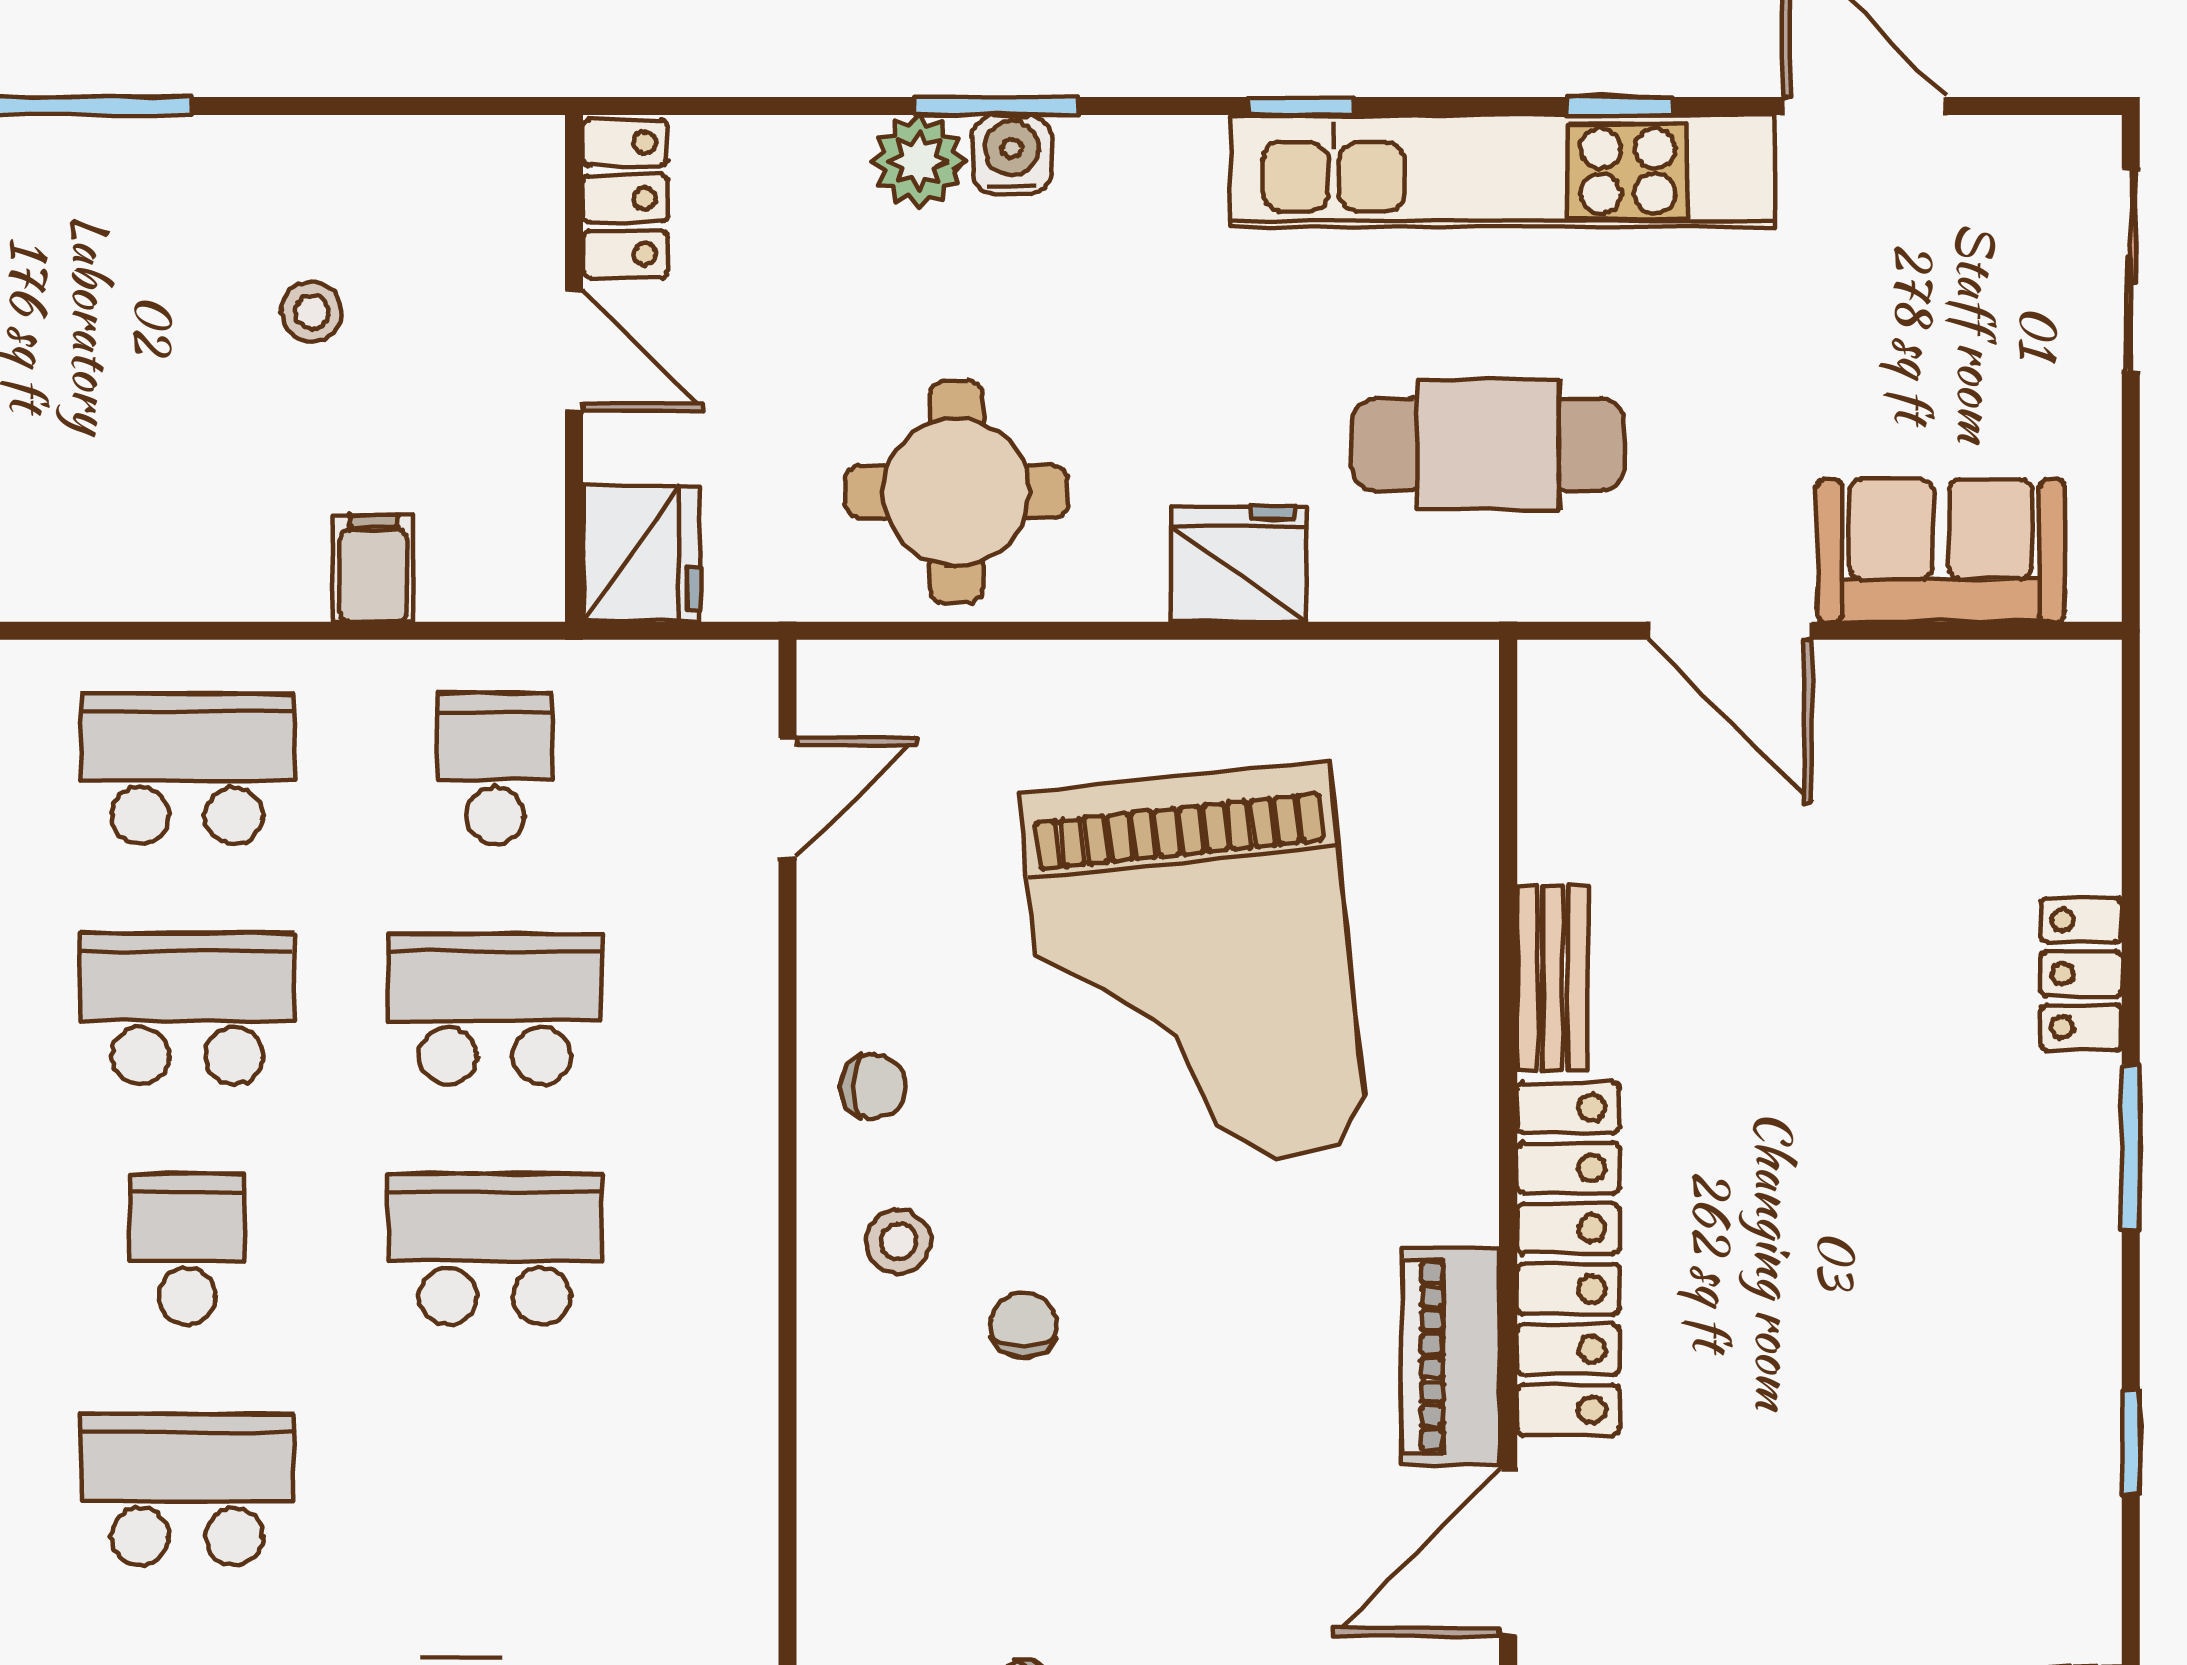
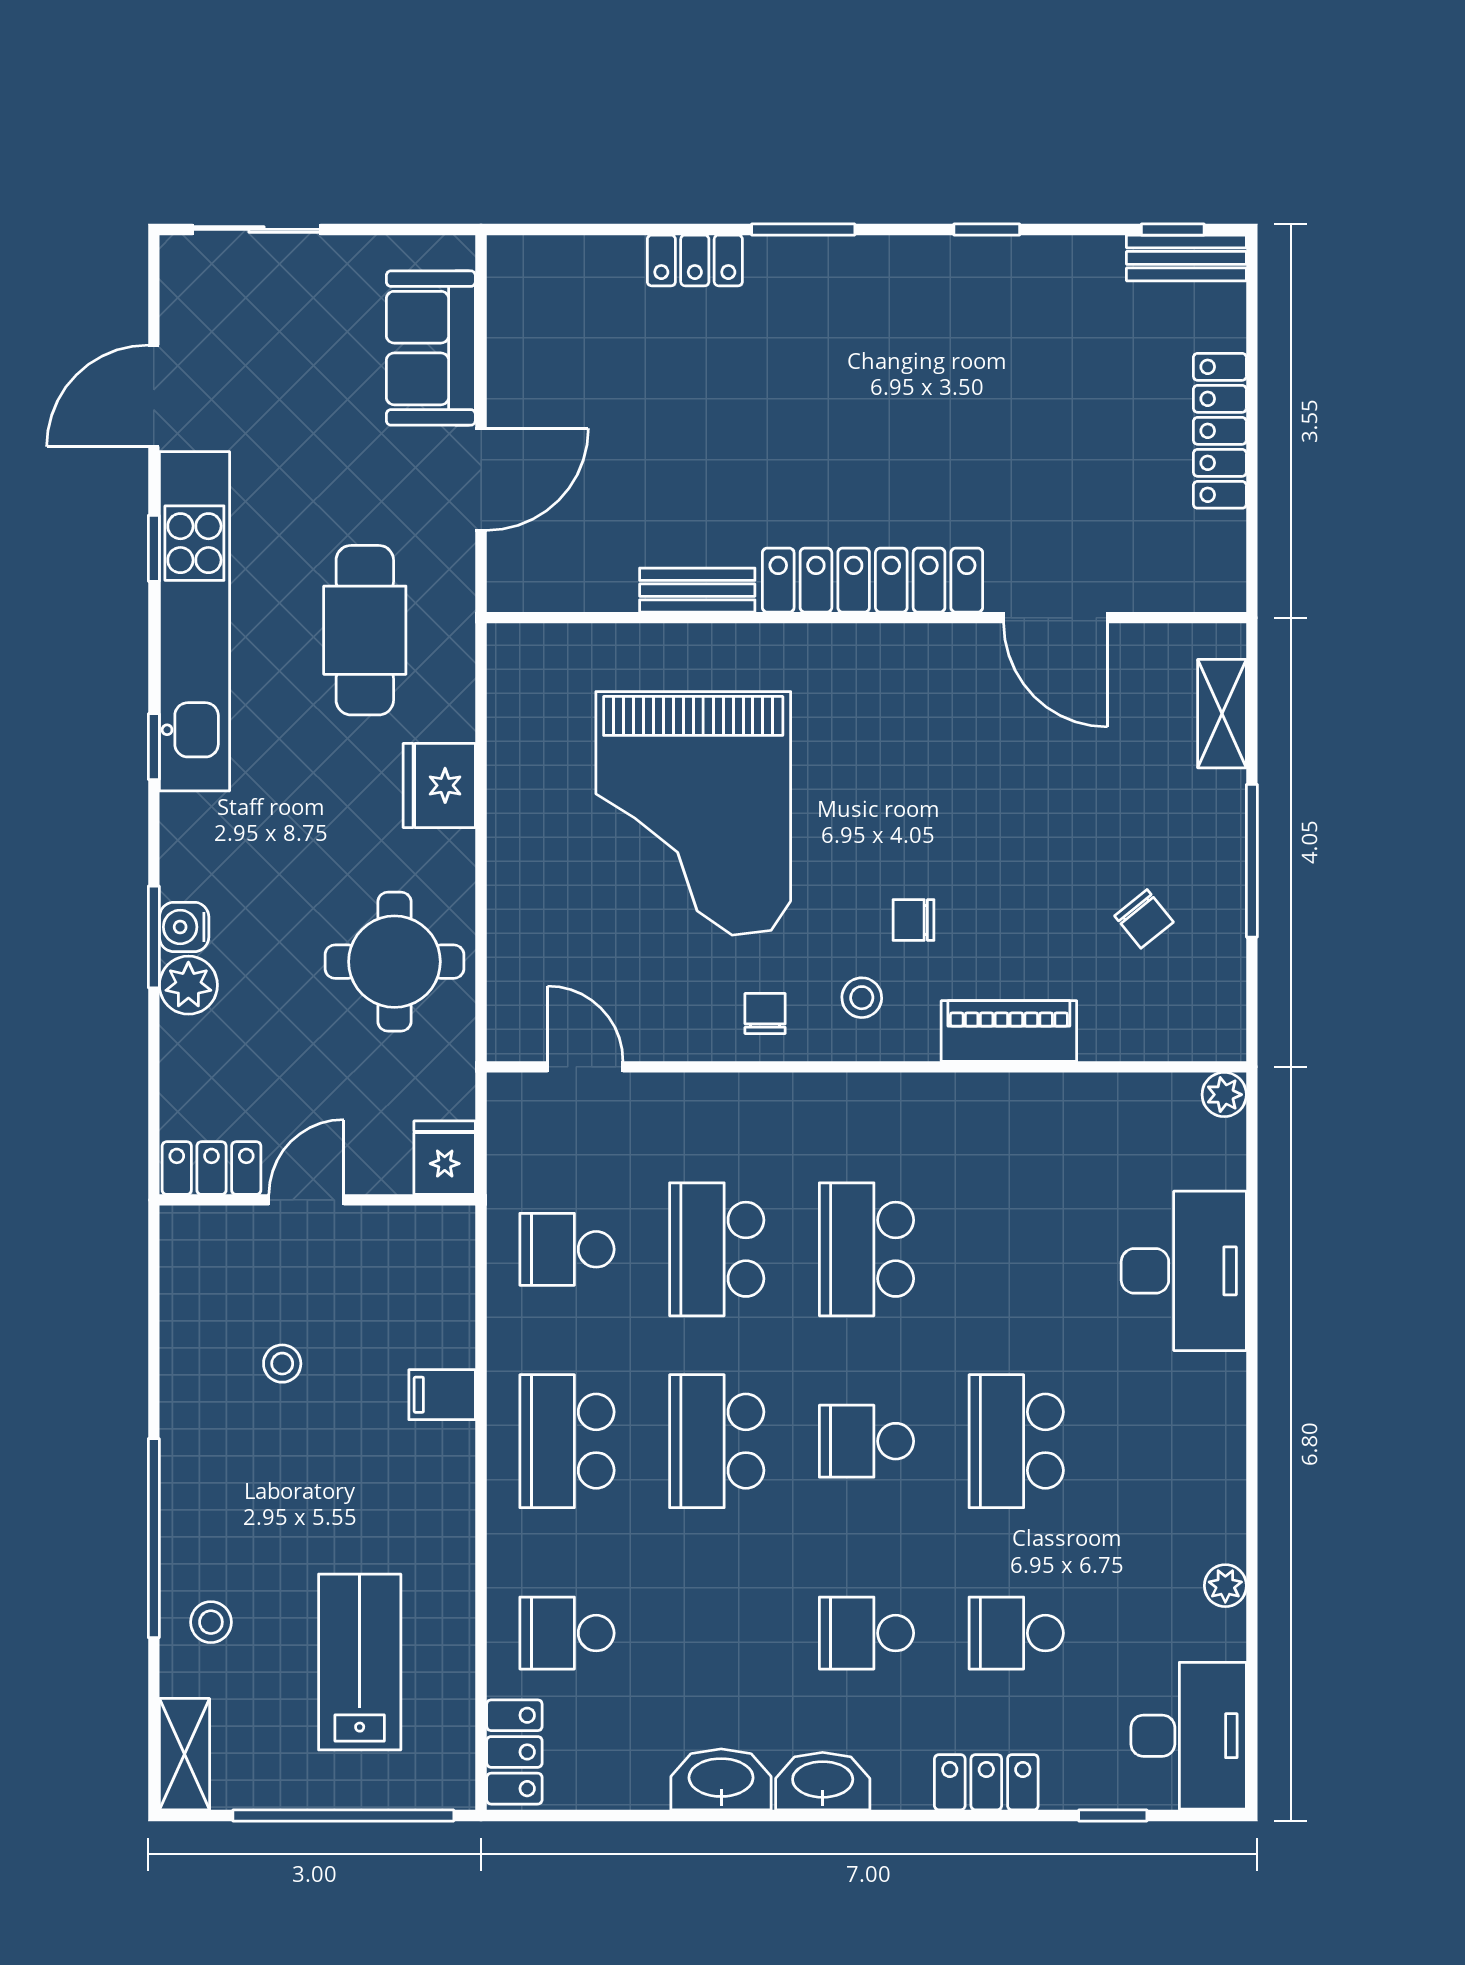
fridge: (642, 554) -> (445, 1158), width x0.72
filing cabinet: (374, 568) -> (442, 1395), moved
grand piano: (1194, 971) -> (693, 813), turned 96
piano: (1451, 1356) -> (1009, 1031), moved, turned 180

